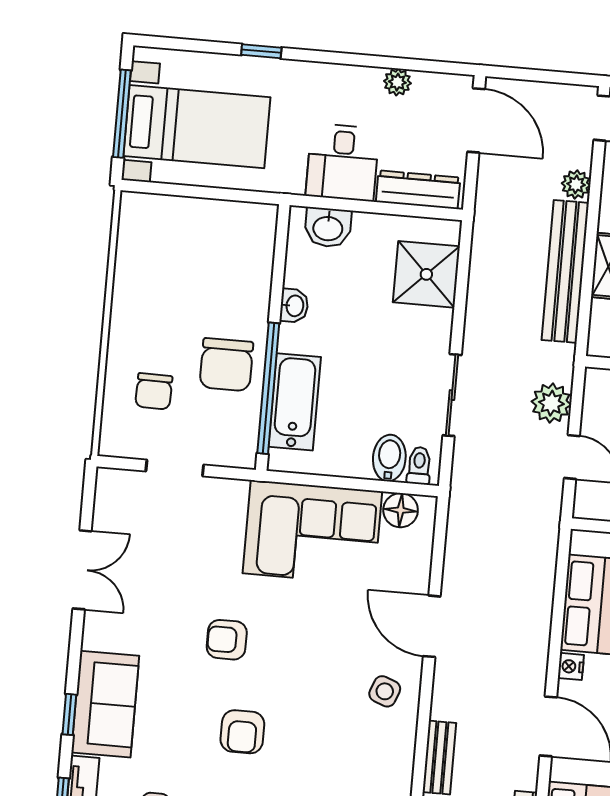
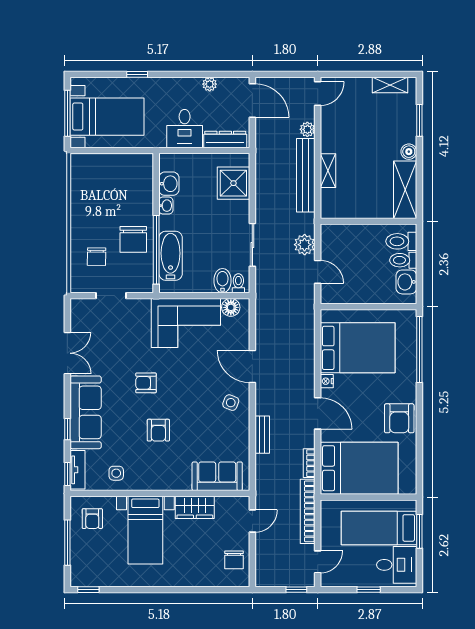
washbasin: (328, 227) -> (169, 184), moved, turned -90
sofa: (105, 704) -> (86, 412), width x1.36

